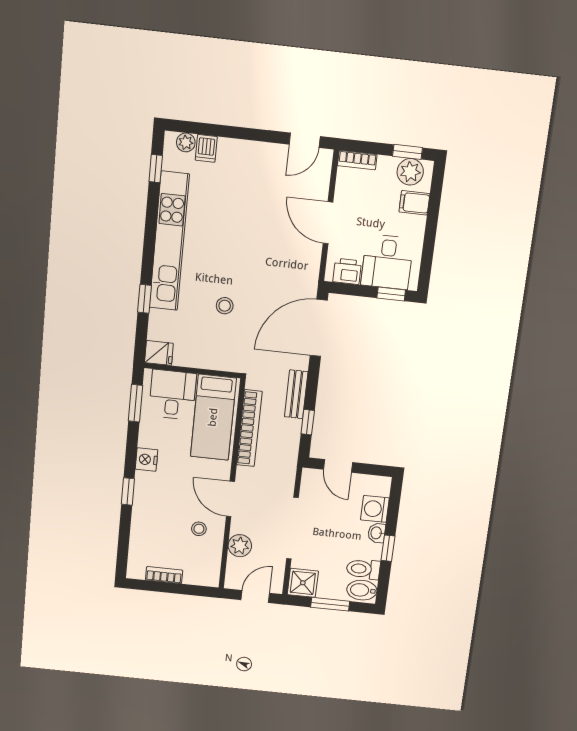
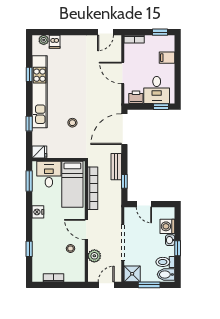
window: (156, 169) -> (29, 74), moved
plant: (410, 172) -> (163, 42), removed
window: (128, 491) -> (29, 249), moved

